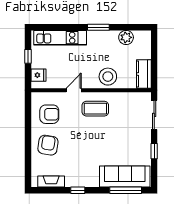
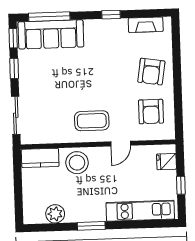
kitchen counter: (144, 74) -> (40, 158), moved, turned 90
armchair: (49, 114) -> (151, 112), turned -90
window: (154, 174) -> (13, 38), added

